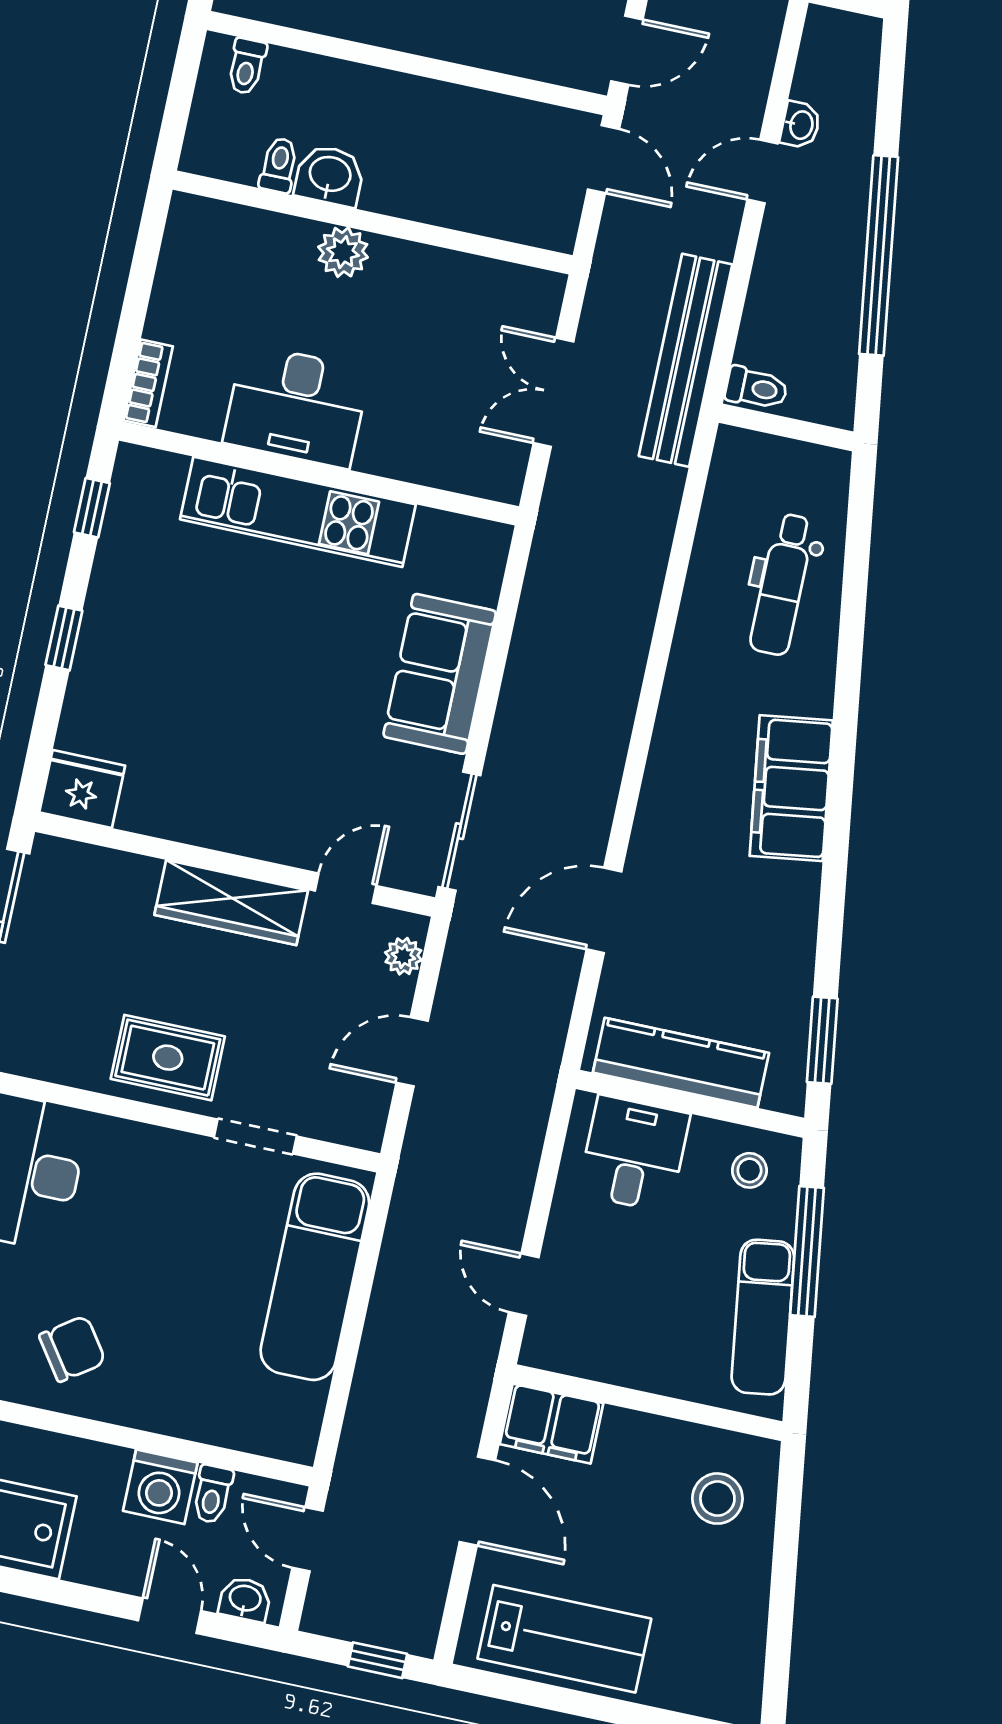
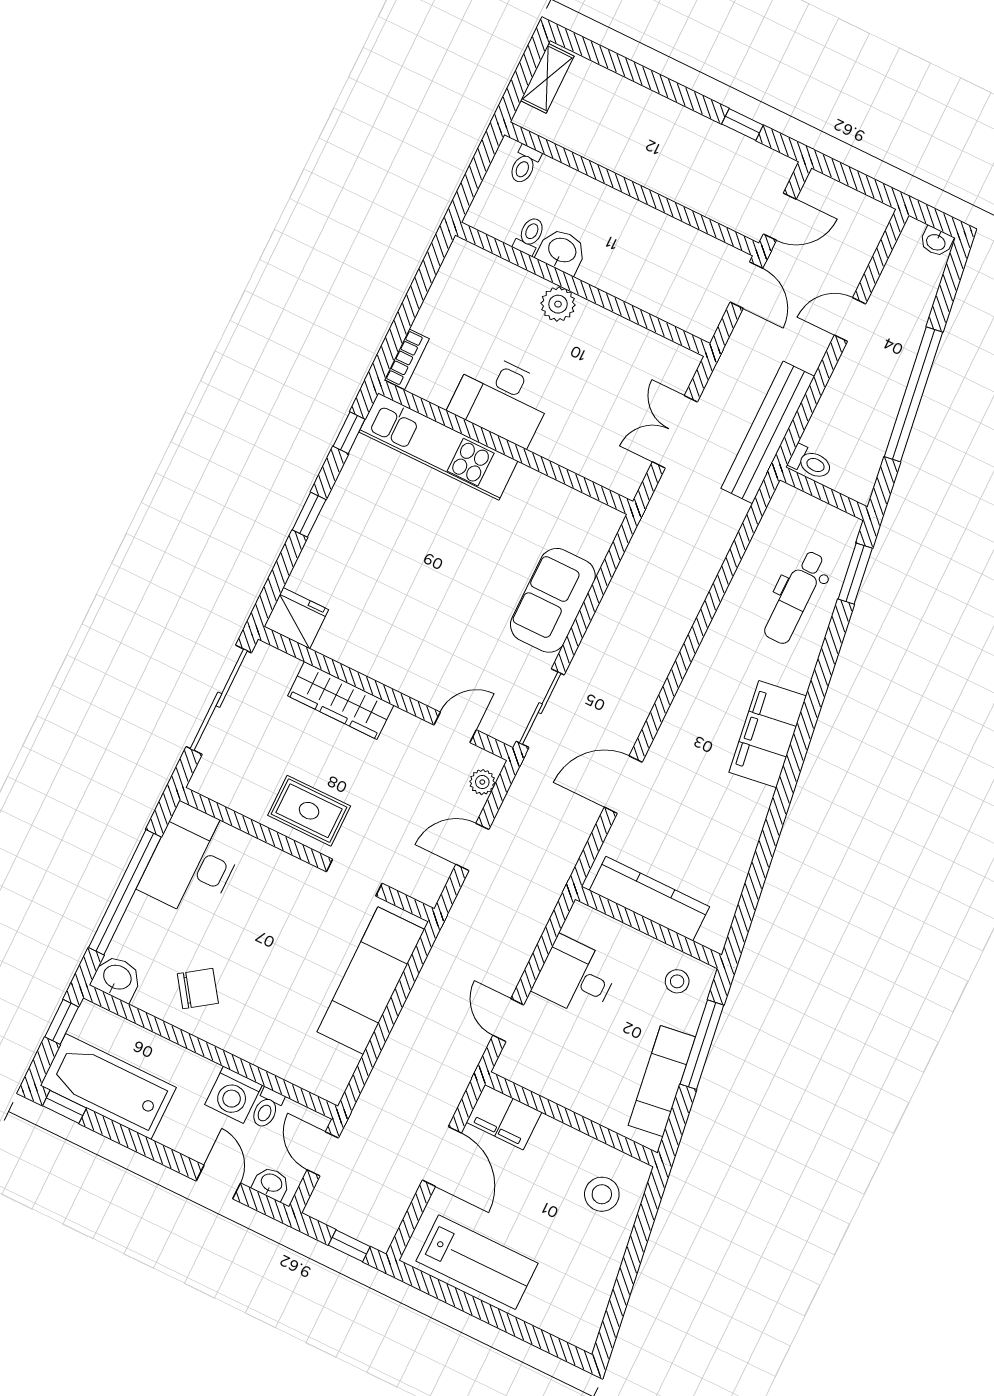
washbasin: (800, 125) -> (936, 242), moved, turned 90
kitchen unit: (298, 512) -> (438, 446), moved
wardrobe: (231, 903) -> (341, 700), moved
window: (822, 1040) -> (855, 574), moved
desk: (634, 1154) -> (576, 977), moved, turned -90

